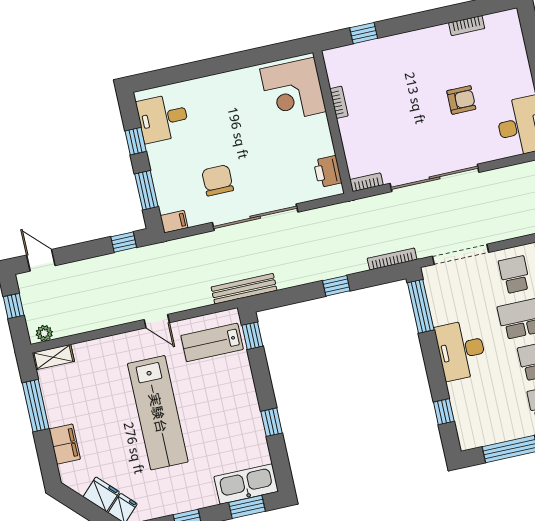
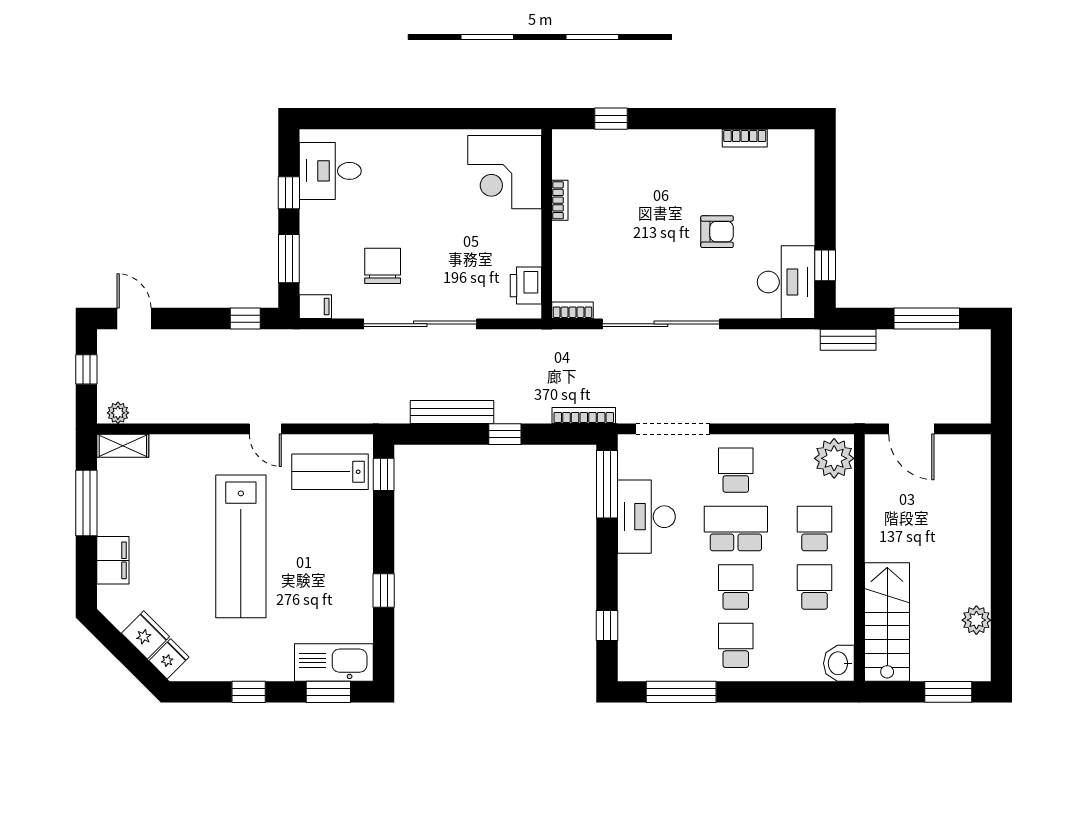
bench: (244, 289) -> (452, 412), moved
desk: (461, 350) -> (646, 517), moved

